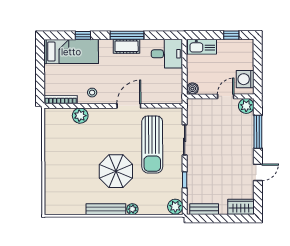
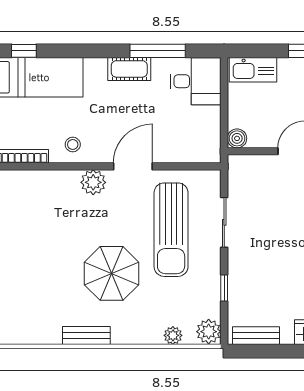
window: (83, 35) -> (24, 51), moved
window: (127, 35) -> (158, 51), moved
plant: (80, 116) -> (93, 182), moved
bench: (106, 209) -> (86, 335), width x0.73
plant: (132, 209) -> (173, 335), moved

